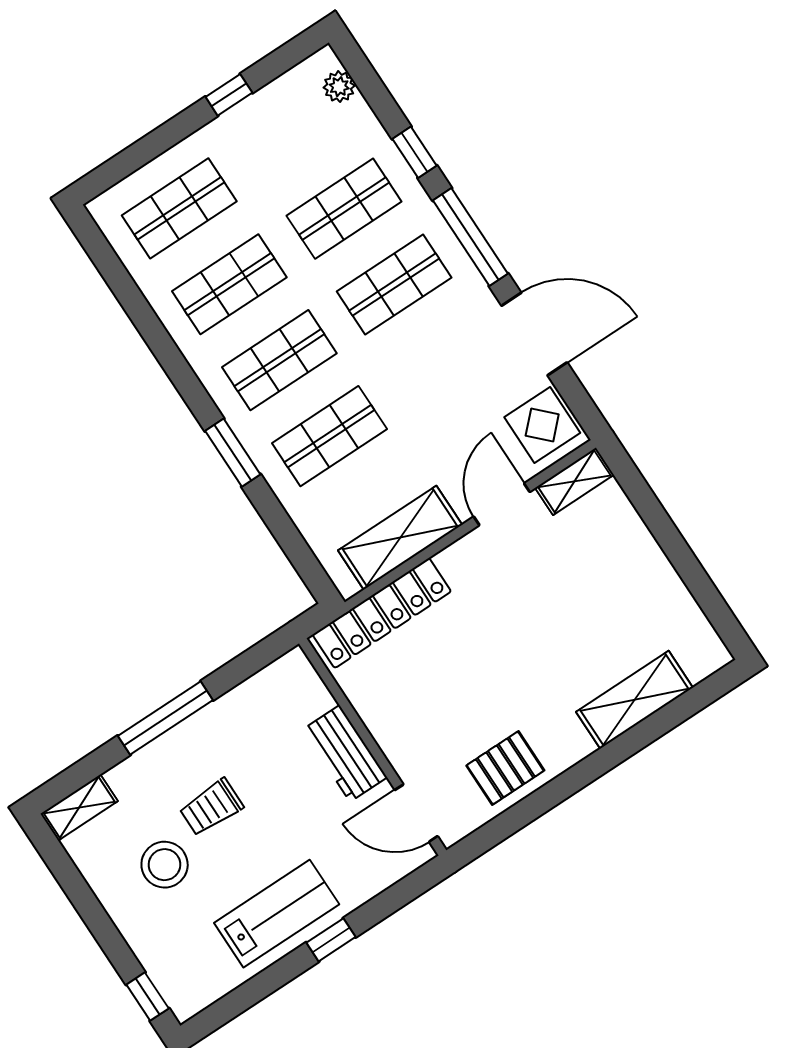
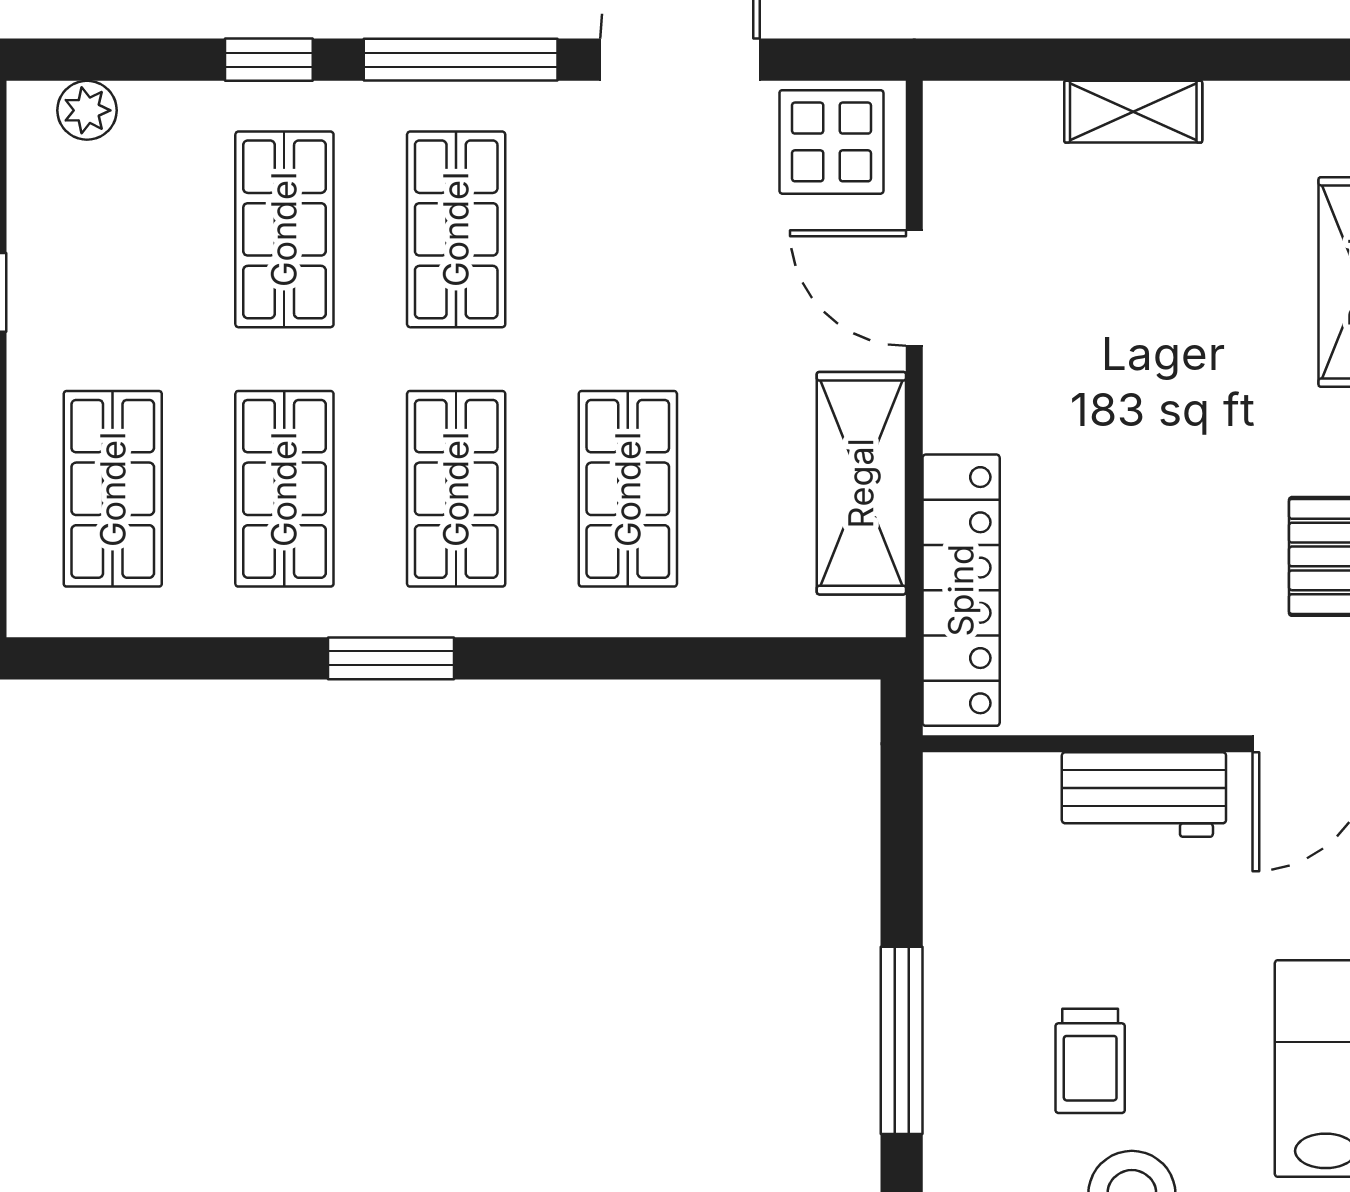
window: (233, 453) -> (391, 658), moved
shelving: (574, 481) -> (1133, 112), moved, turned 90

